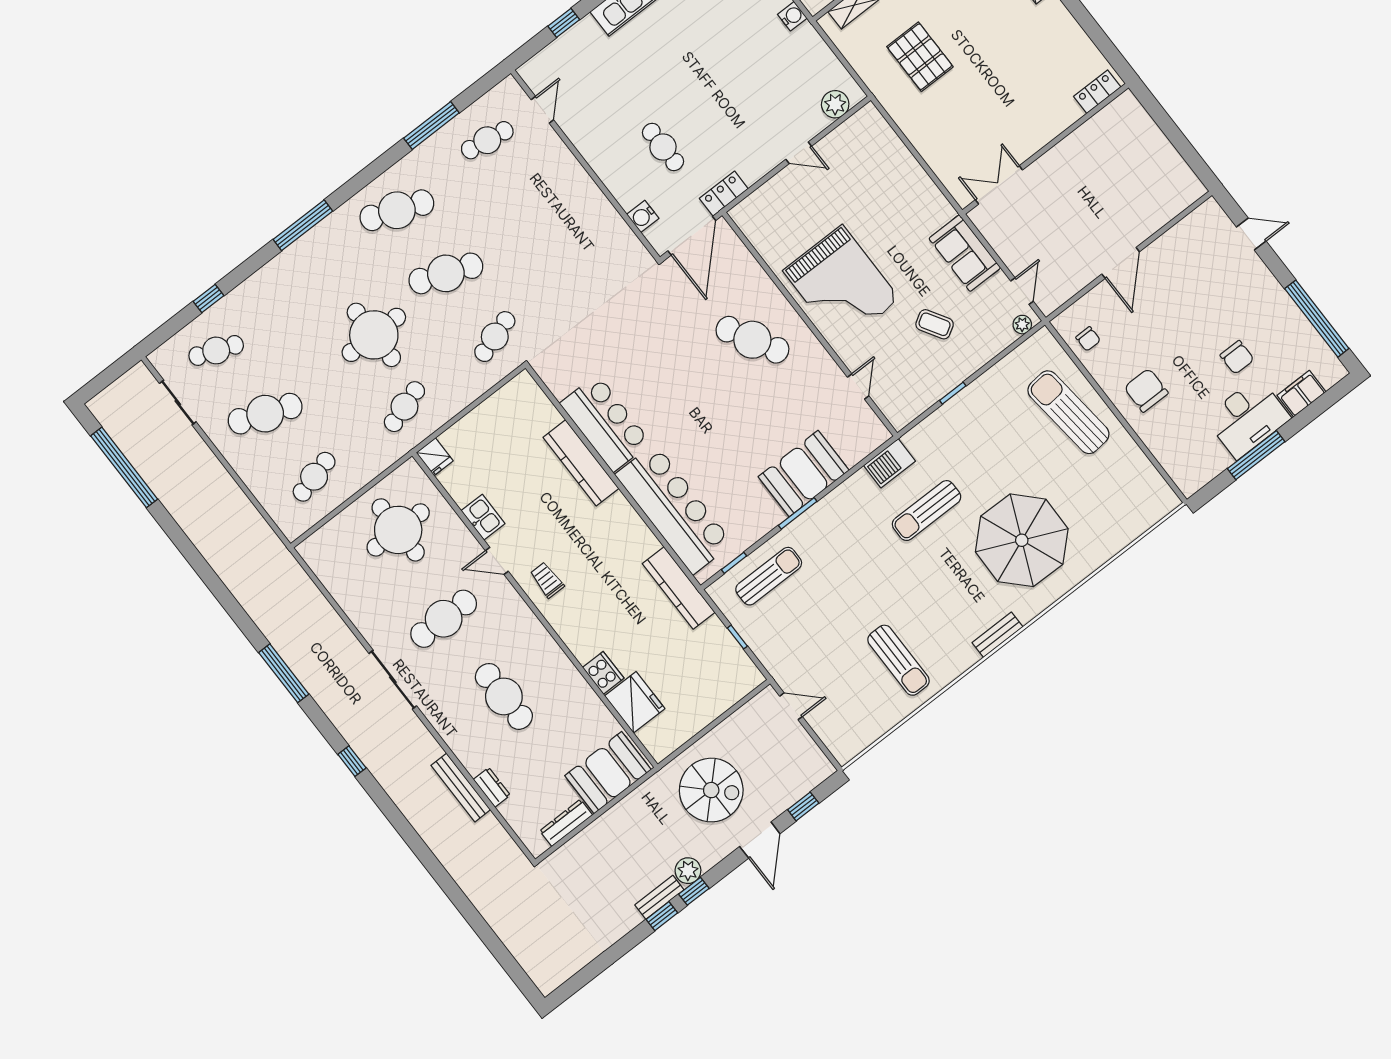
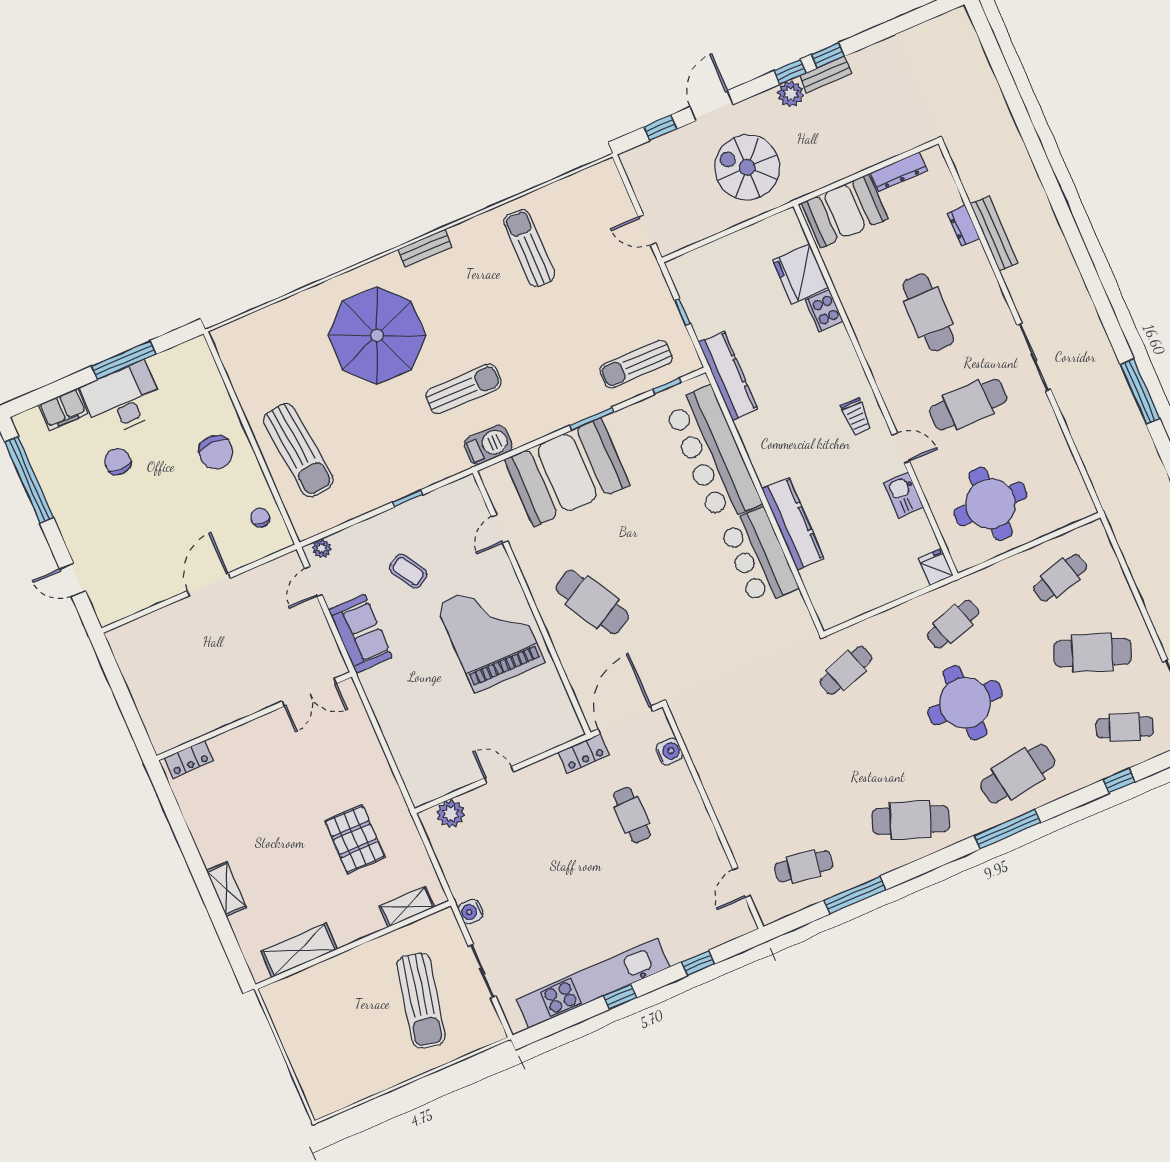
cafe table: (446, 273) -> (1018, 774), moved, turned -30
booth: (804, 474) -> (567, 472), width x1.36, depth x1.42
window: (352, 761) -> (1095, 287), removed

